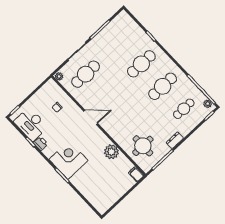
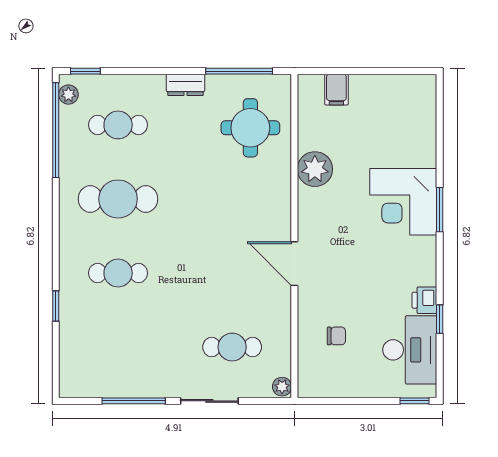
cafe table: (141, 64) -> (118, 273), width x0.73, depth x0.74
cafe table: (86, 74) -> (232, 347), width x0.73, depth x0.74
corner desk: (68, 160) -> (403, 202), moved
filing cabinet: (136, 174) -> (336, 90), moved

